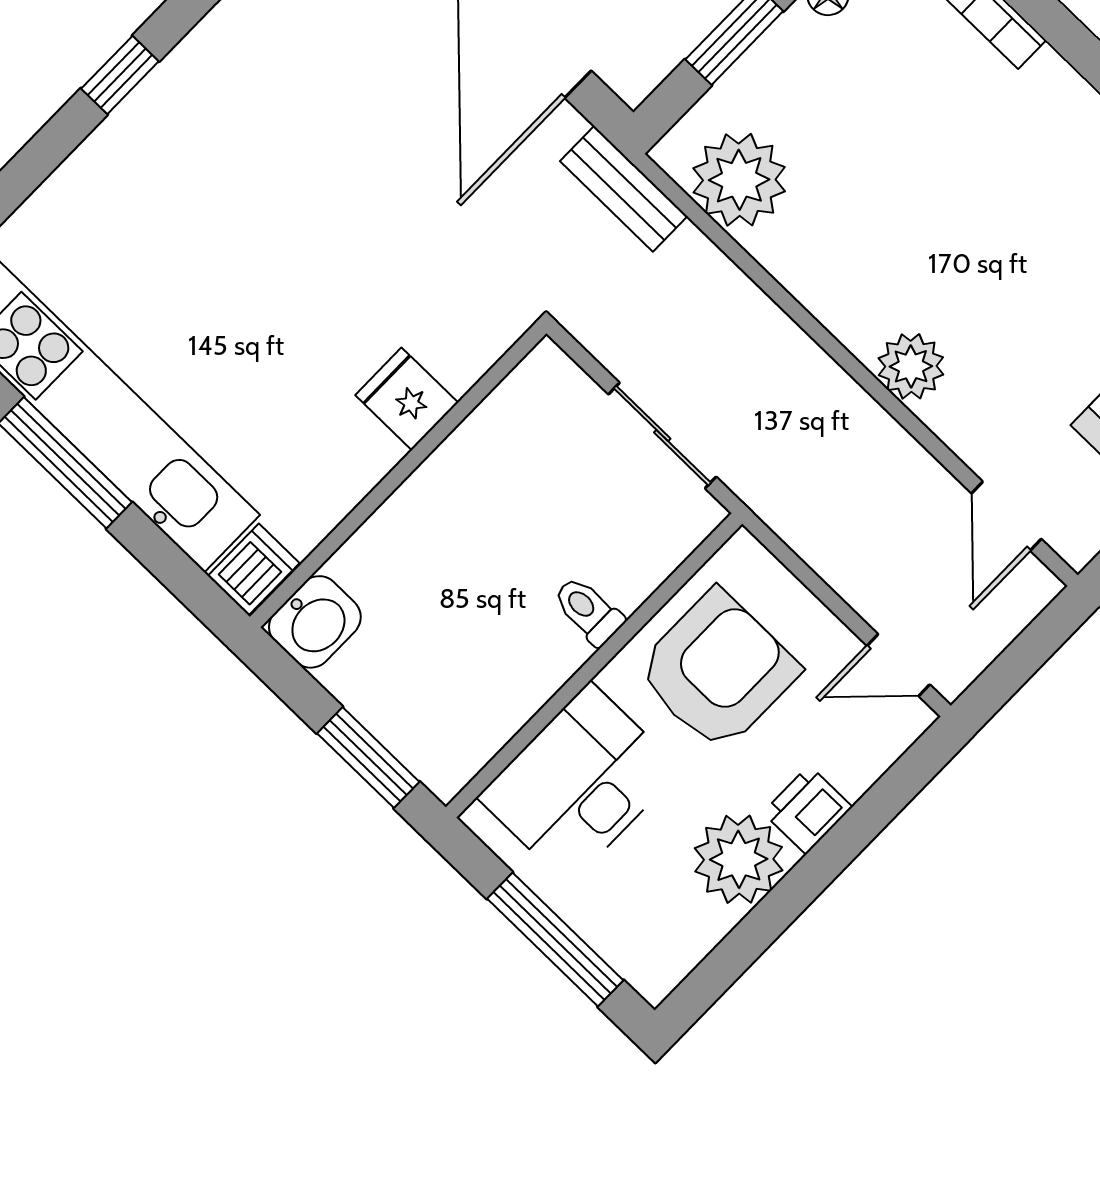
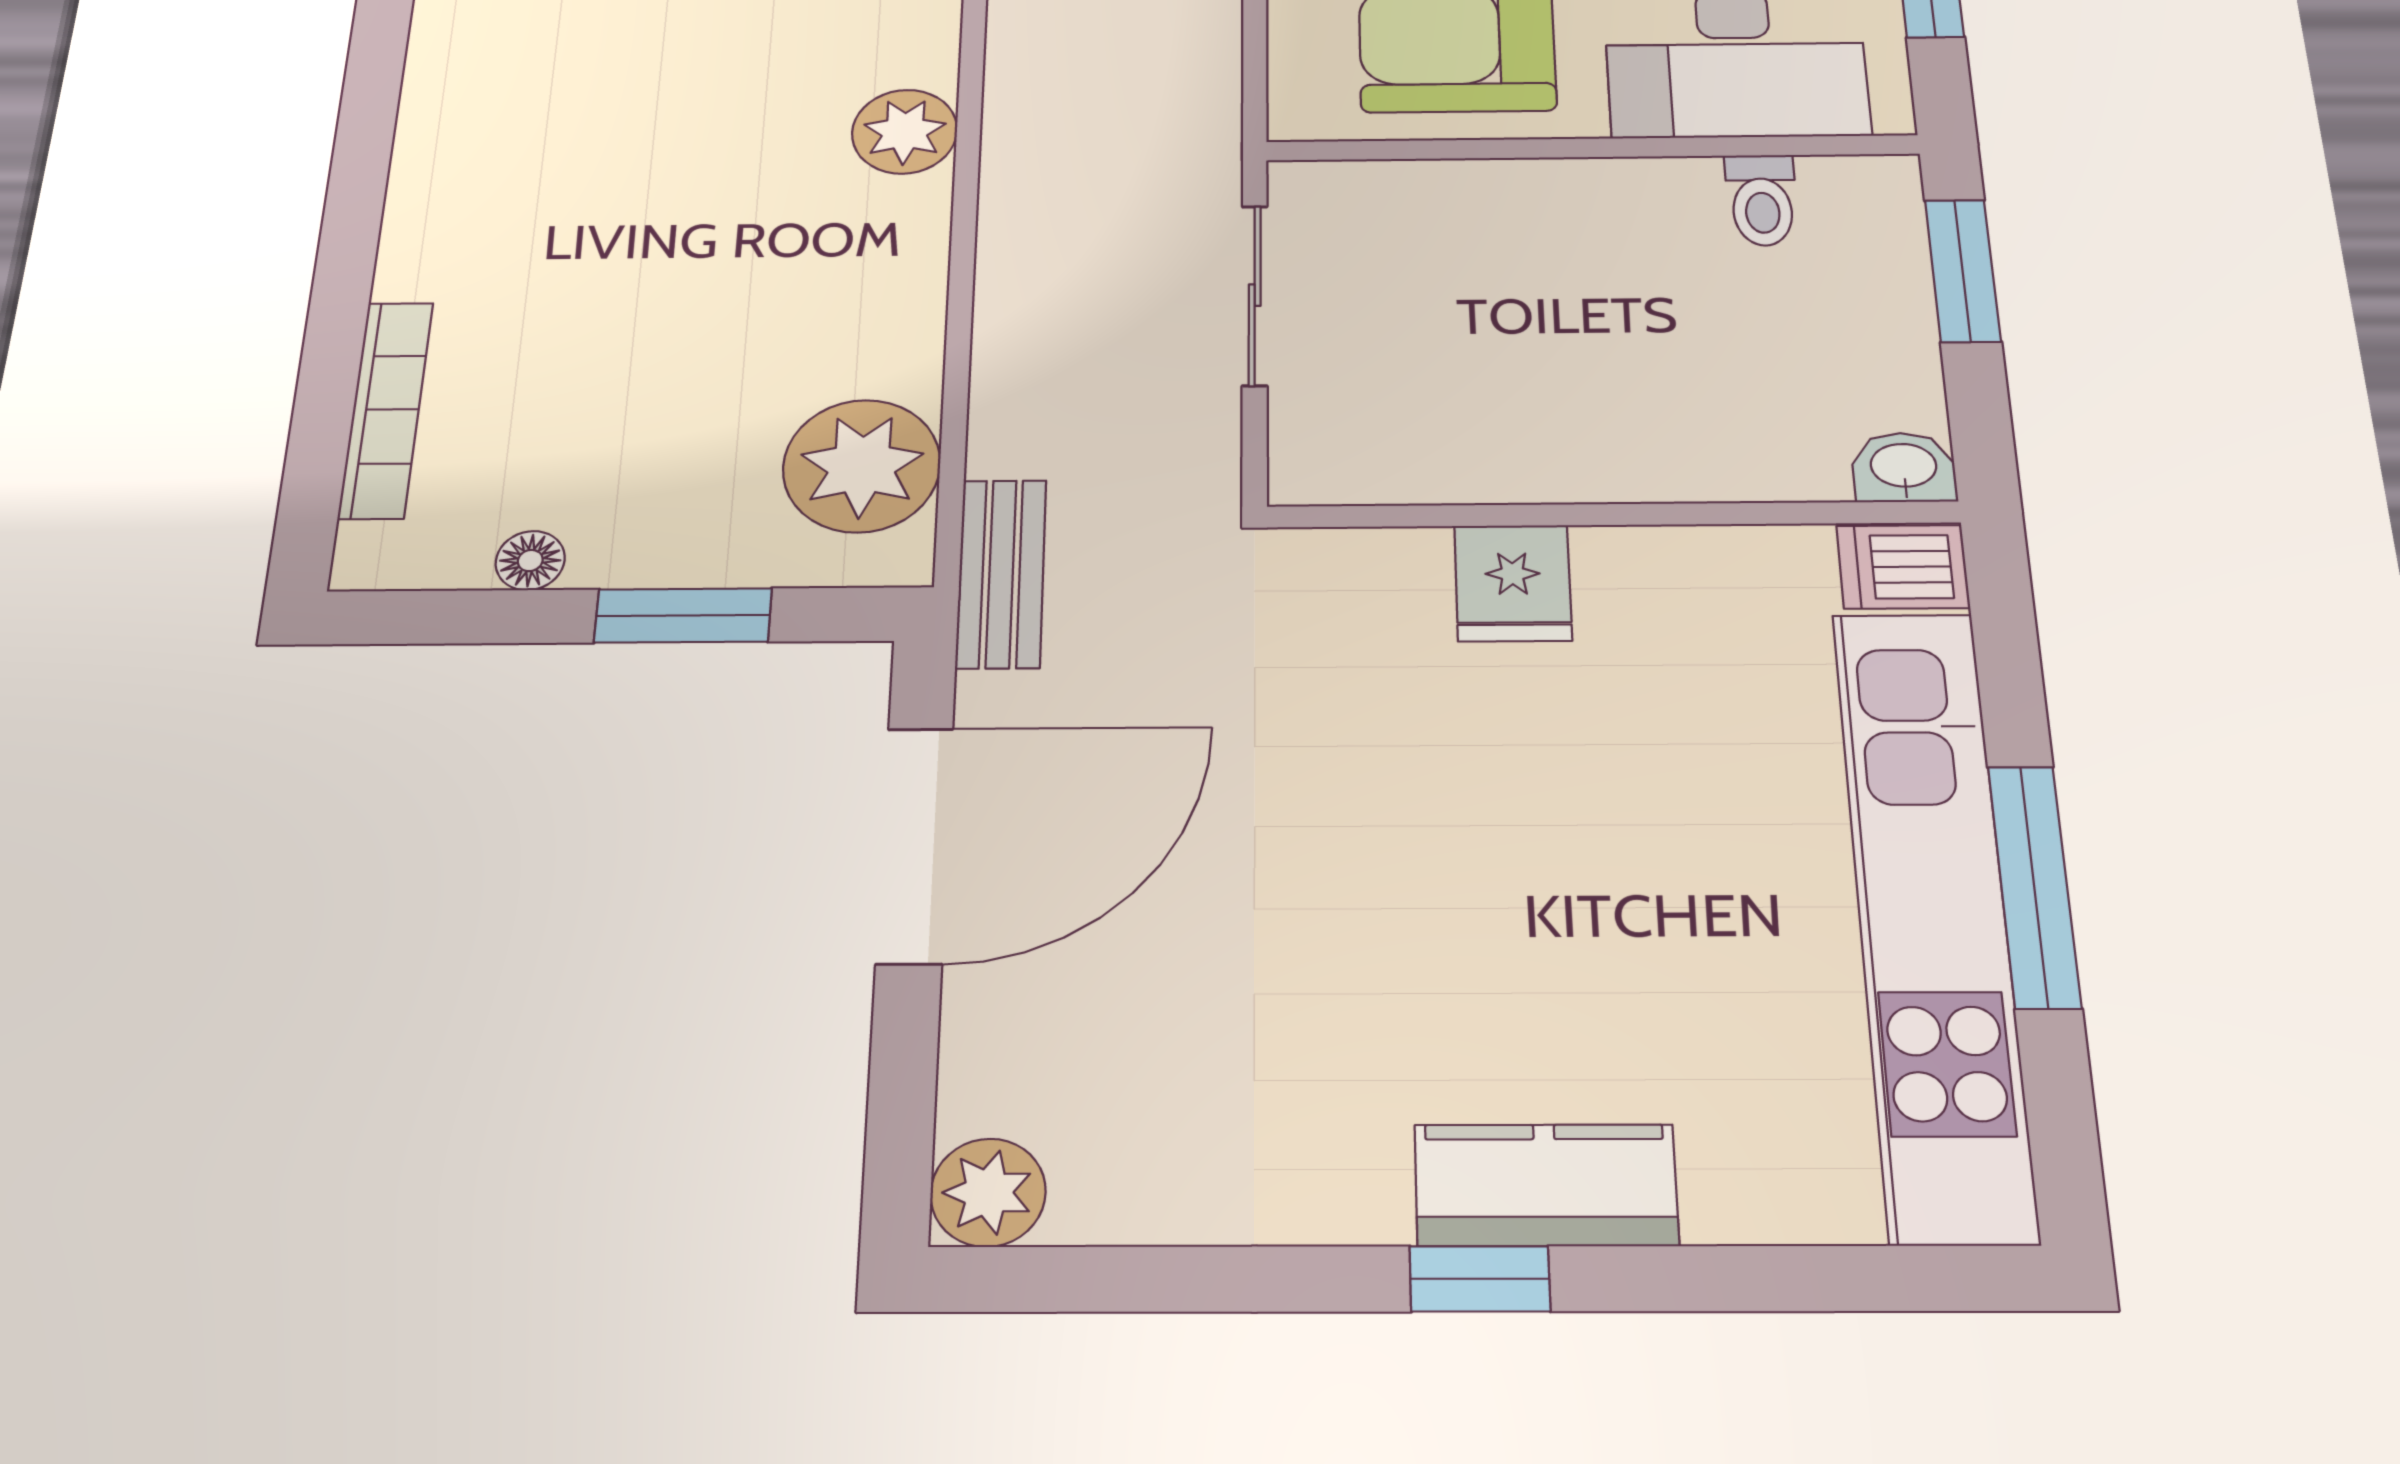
kitchen counter: (132, 139) -> (1546, 1185), added
toilet: (588, 611) -> (1762, 200), moved
washbasin: (315, 622) -> (1904, 467), width x0.72, depth x0.69

